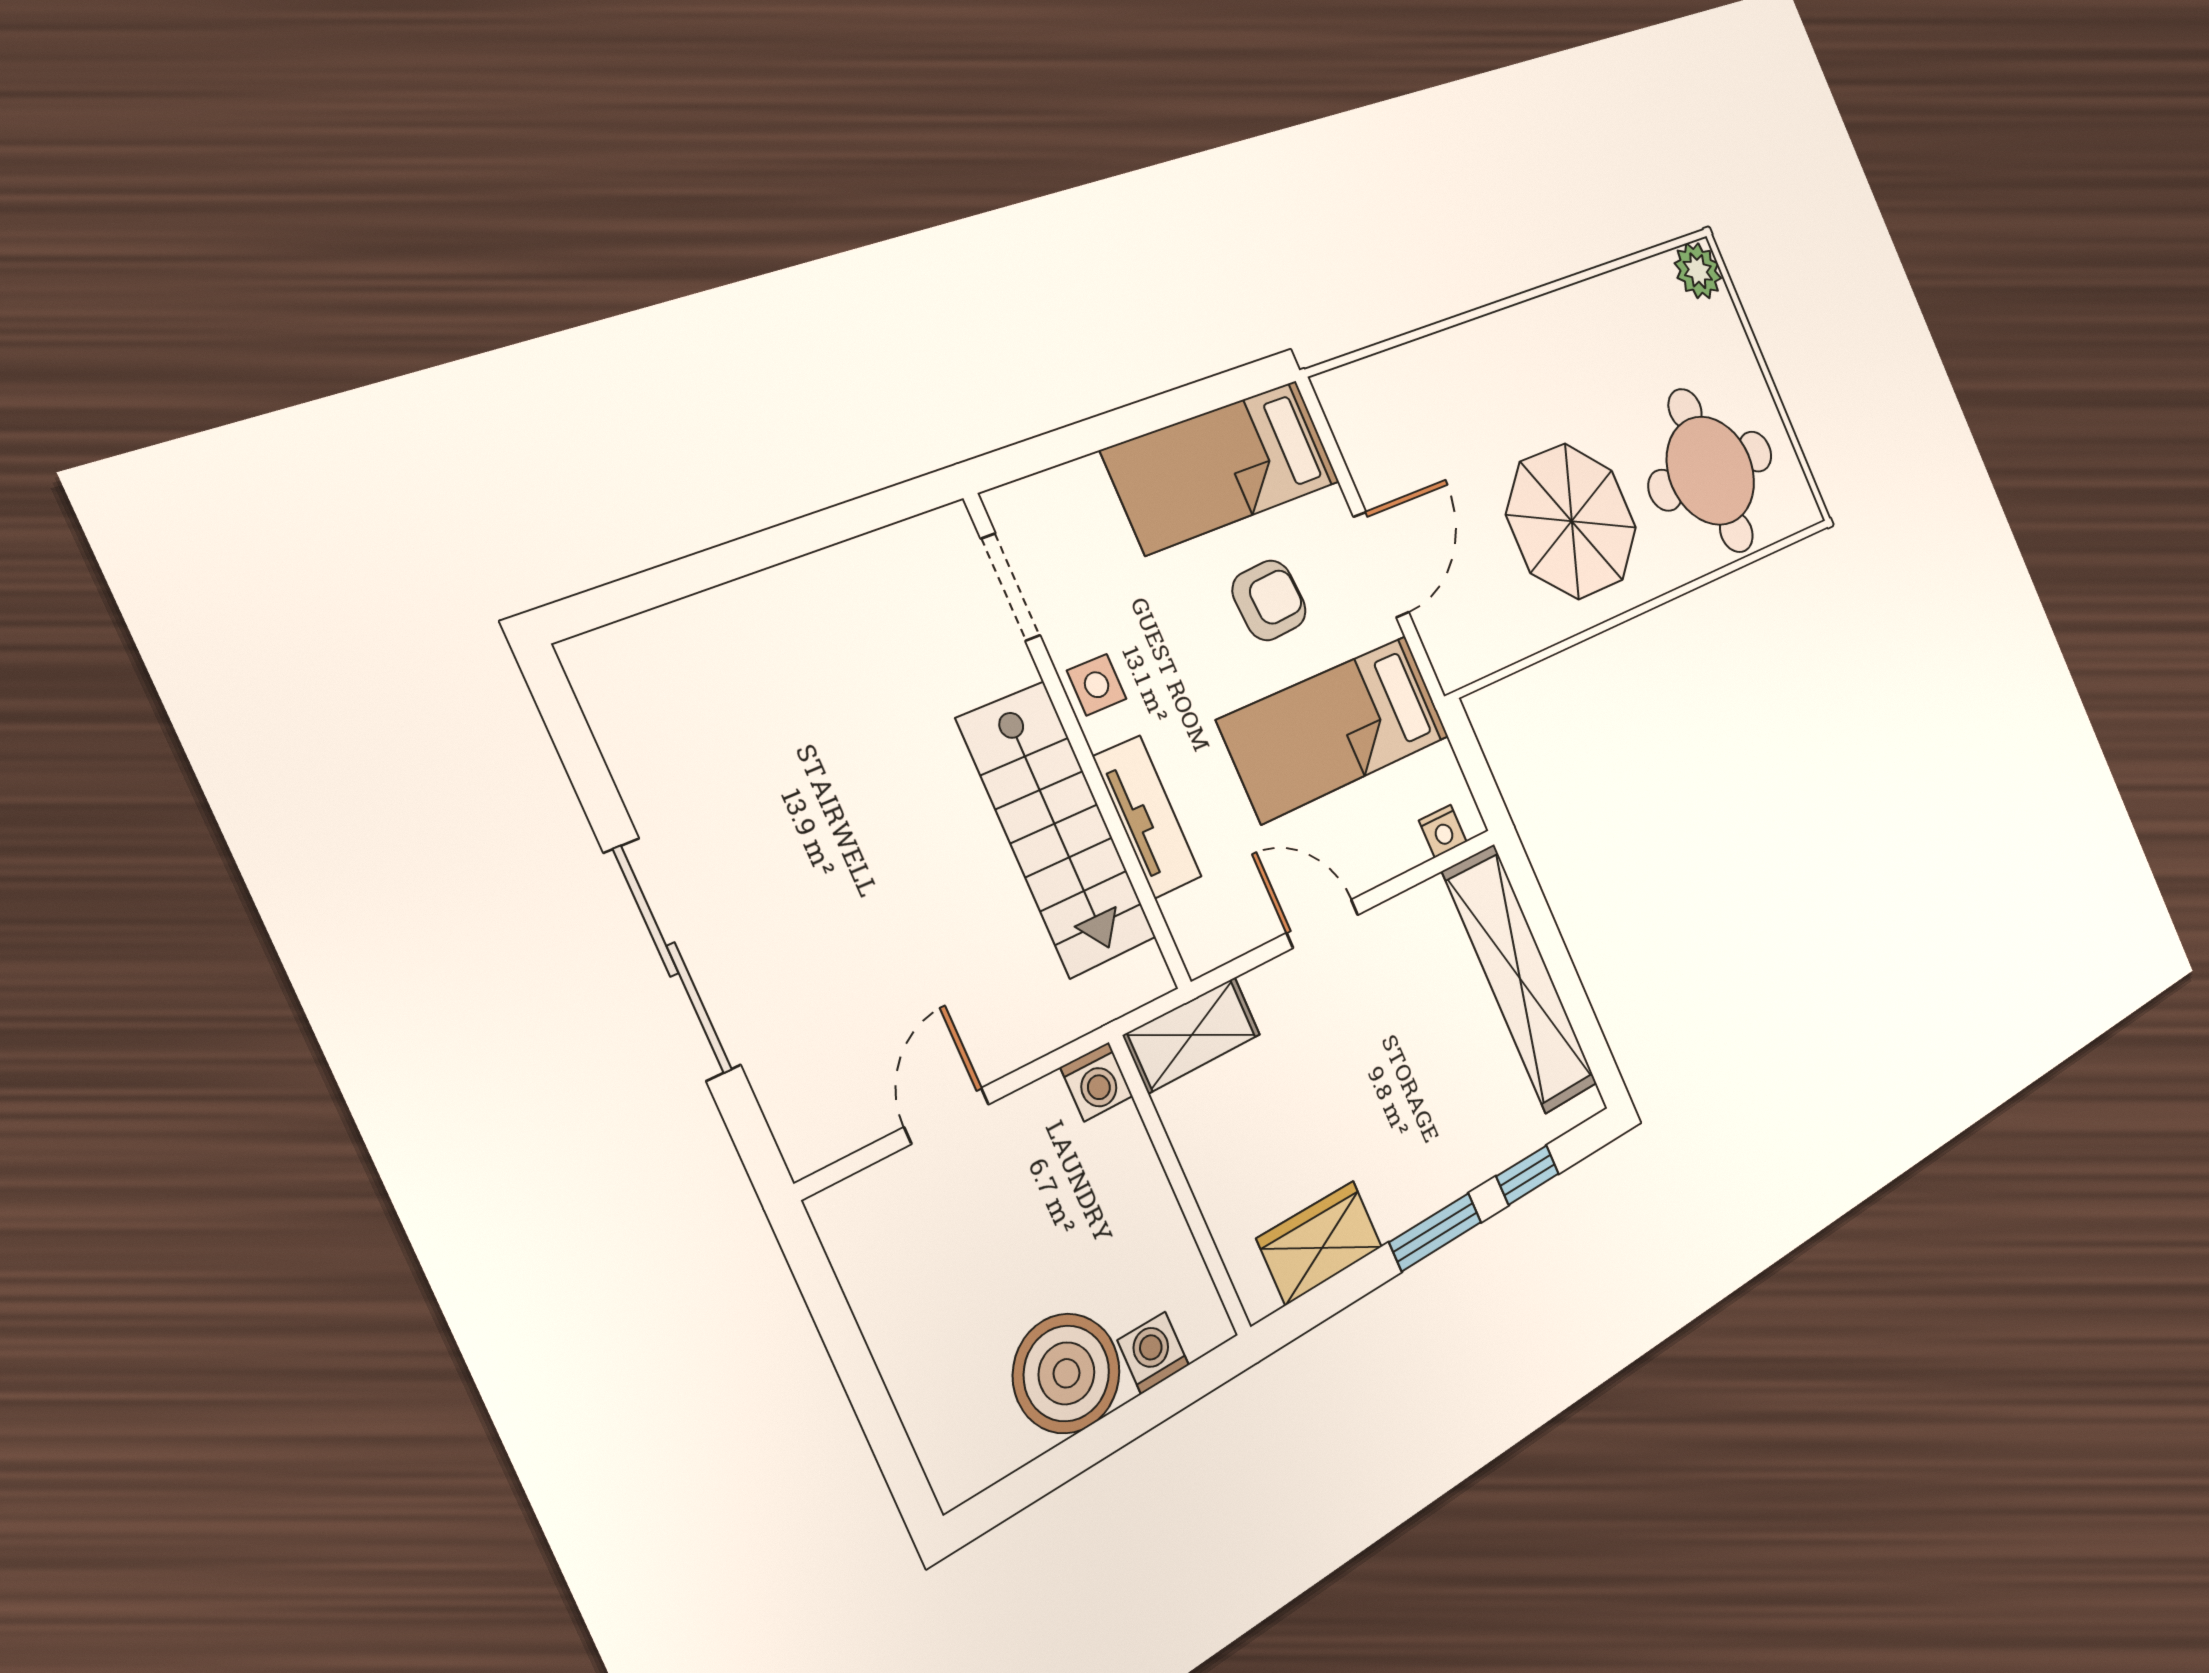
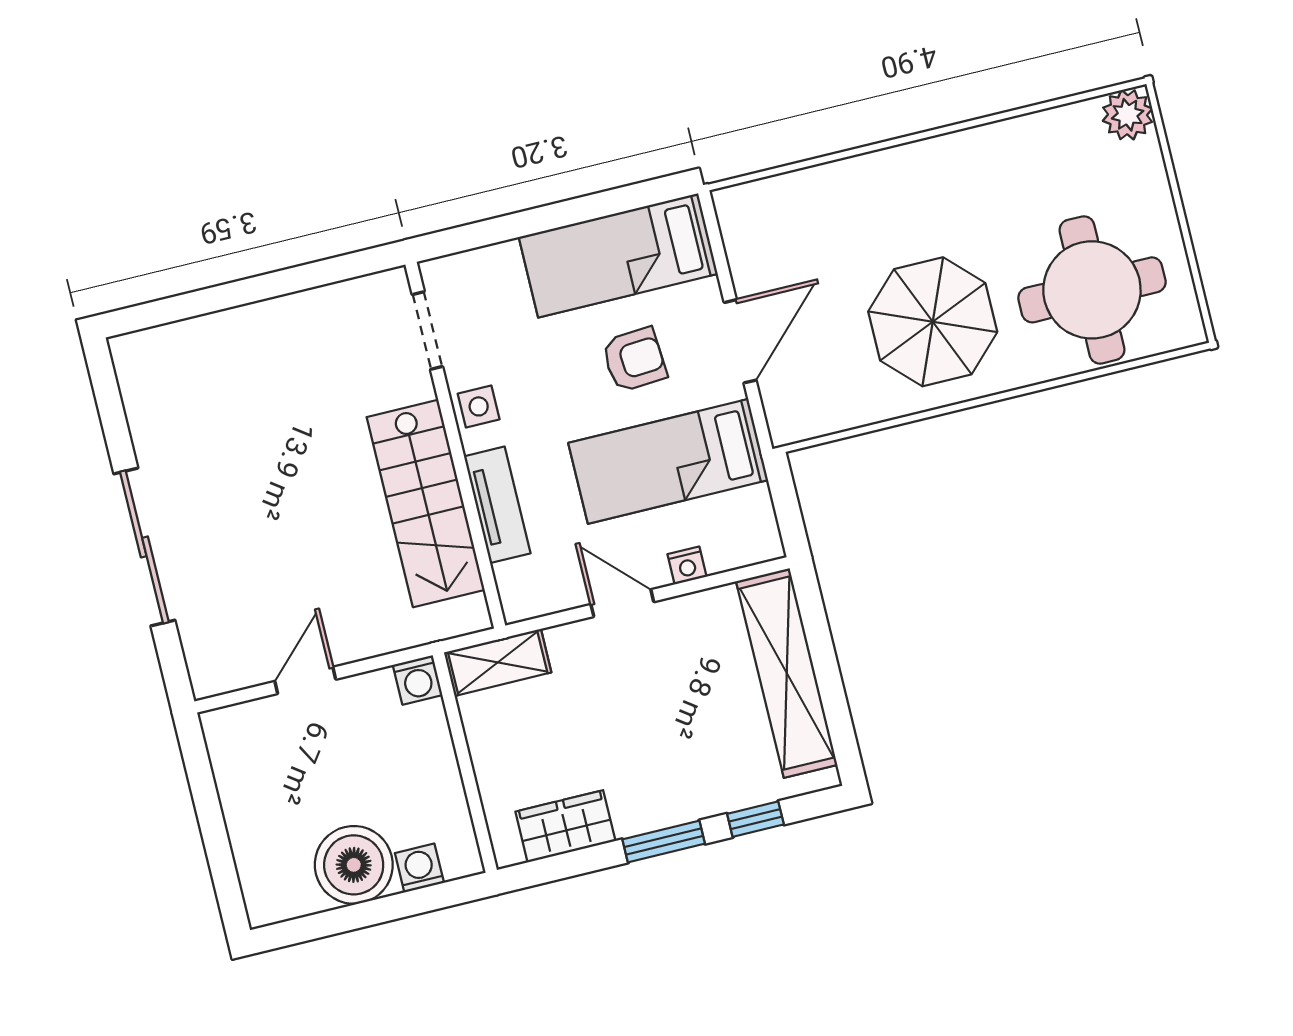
nightstand: (1443, 831) -> (687, 565), moved

